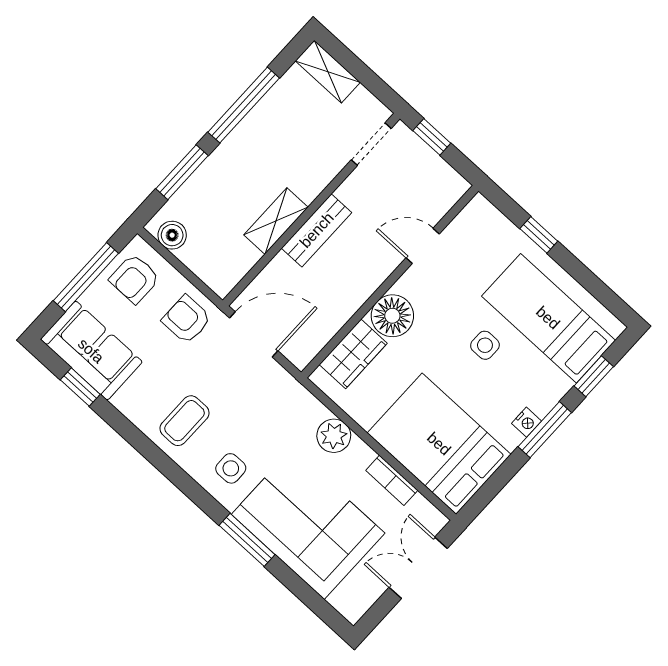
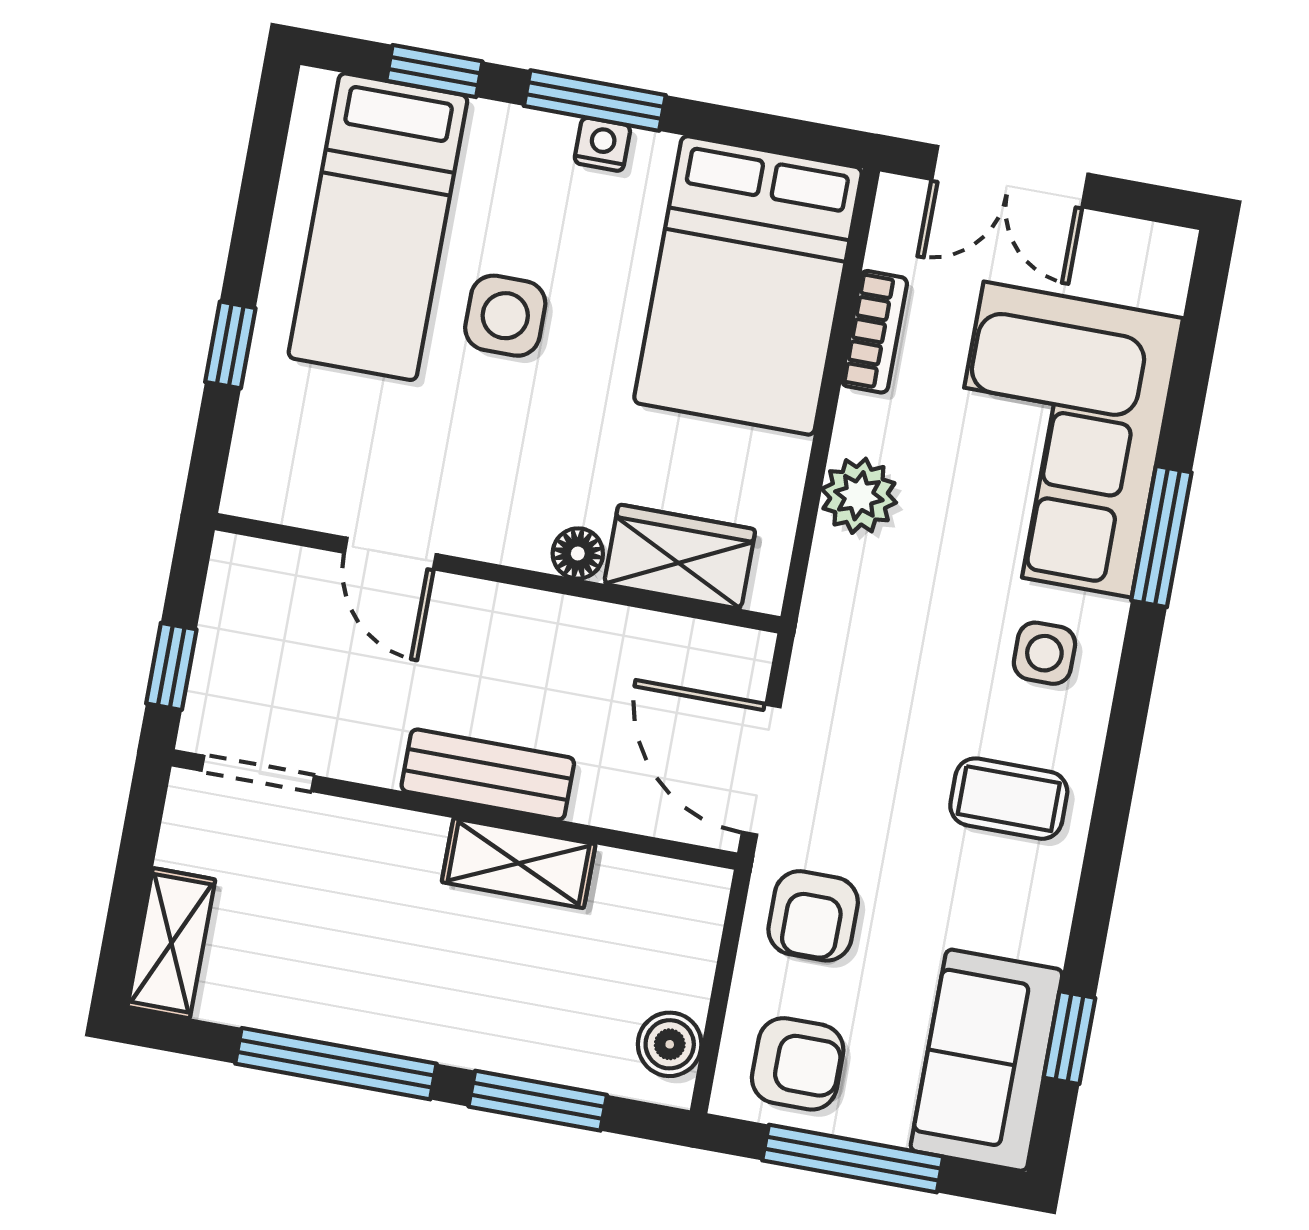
floor lamp: (392, 316) -> (578, 553), width x0.53, depth x0.53
side table: (485, 345) -> (505, 316), width x1.37, depth x1.37

